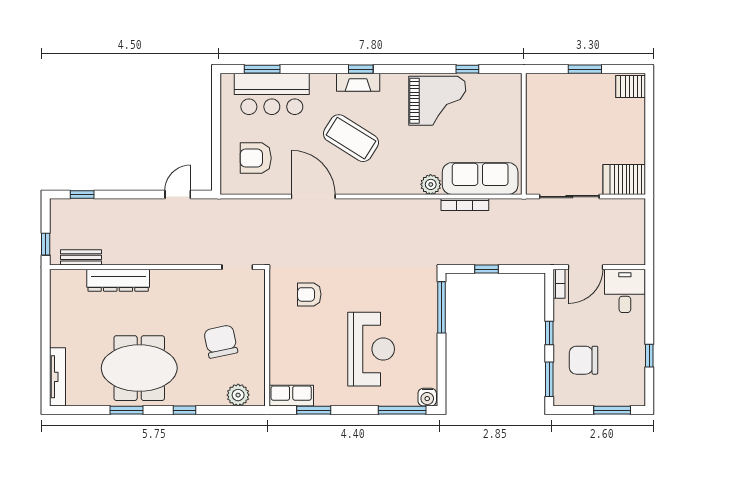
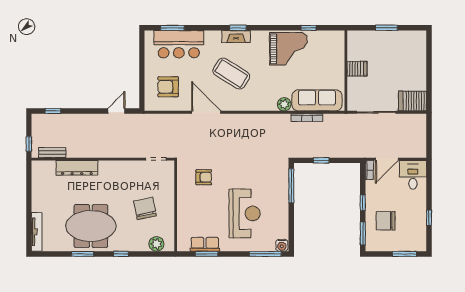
server rack: (631, 87) -> (357, 69), moved, turned 180
armchair: (309, 294) -> (204, 177), turned 180
row of seats: (291, 396) -> (205, 244), moved

